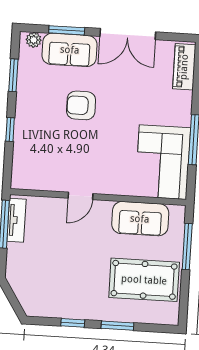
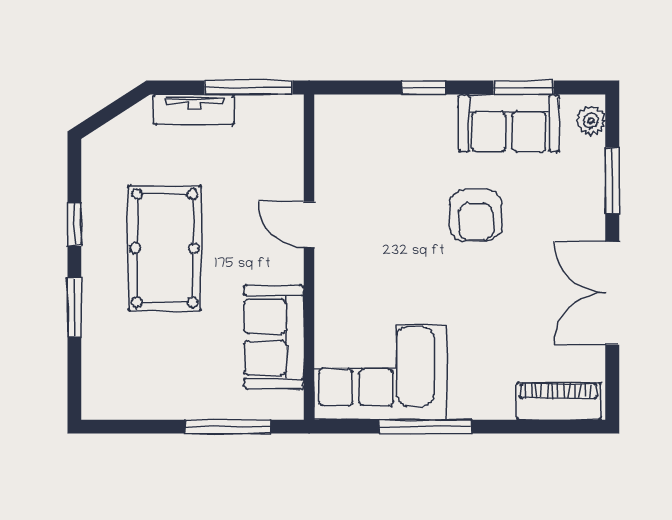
sofa: (70, 50) -> (509, 123), moved, turned -90
armchair: (81, 105) -> (476, 215), turned 180
tv unit: (17, 220) -> (194, 110), moved
pool table: (144, 280) -> (165, 248), moved

